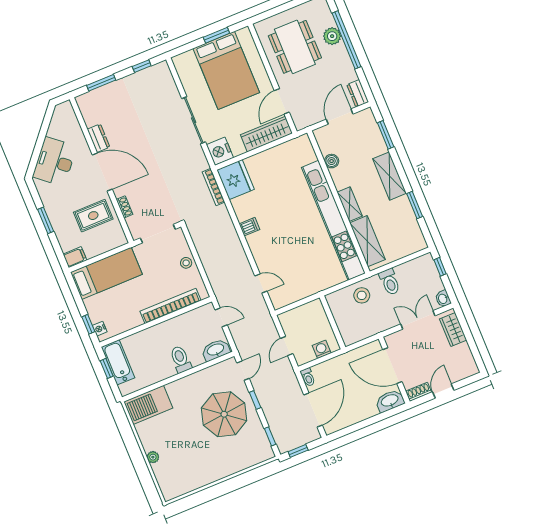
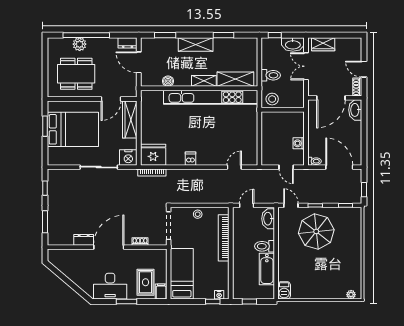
door: (282, 101) -> (111, 99), hinge flipped
desk: (55, 162) -> (110, 286), moved, turned -40
rug: (93, 216) -> (146, 282), moved
washbasin: (443, 299) -> (293, 44), width x1.91, depth x1.45
wall: (332, 322) -> (283, 110), moved
bathtub: (118, 362) -> (267, 269), moved, turned -90
barbecue: (148, 405) -> (284, 290), width x0.53, depth x0.65
plant: (153, 457) -> (351, 295), moved

